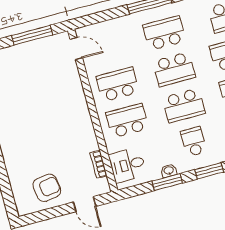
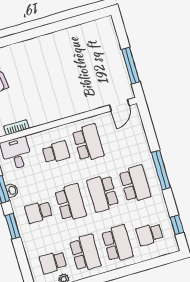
school desk: (184, 105) -> (71, 203), turned 180
school desk: (127, 121) -> (56, 152), width x0.54
school desk: (194, 142) -> (38, 212), turned 180

